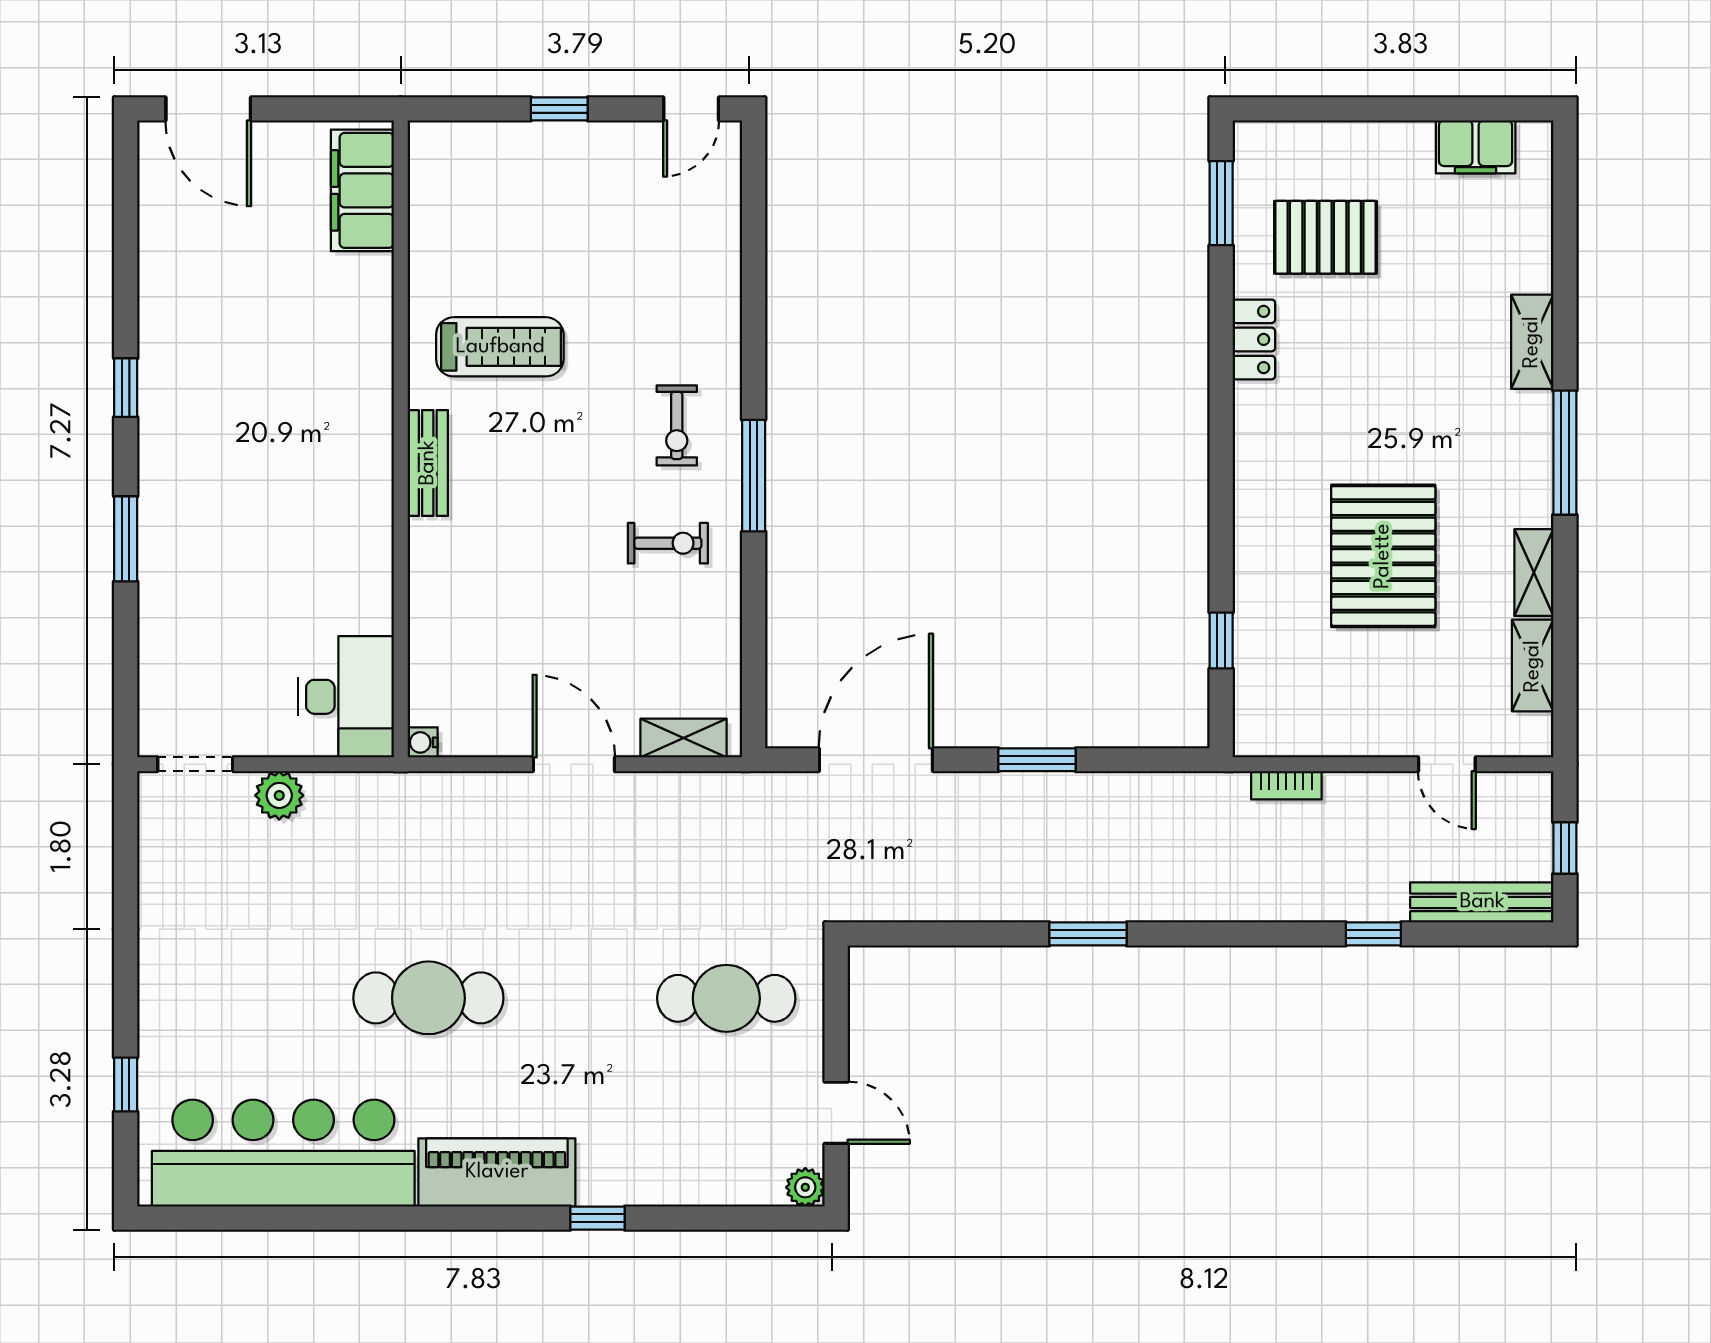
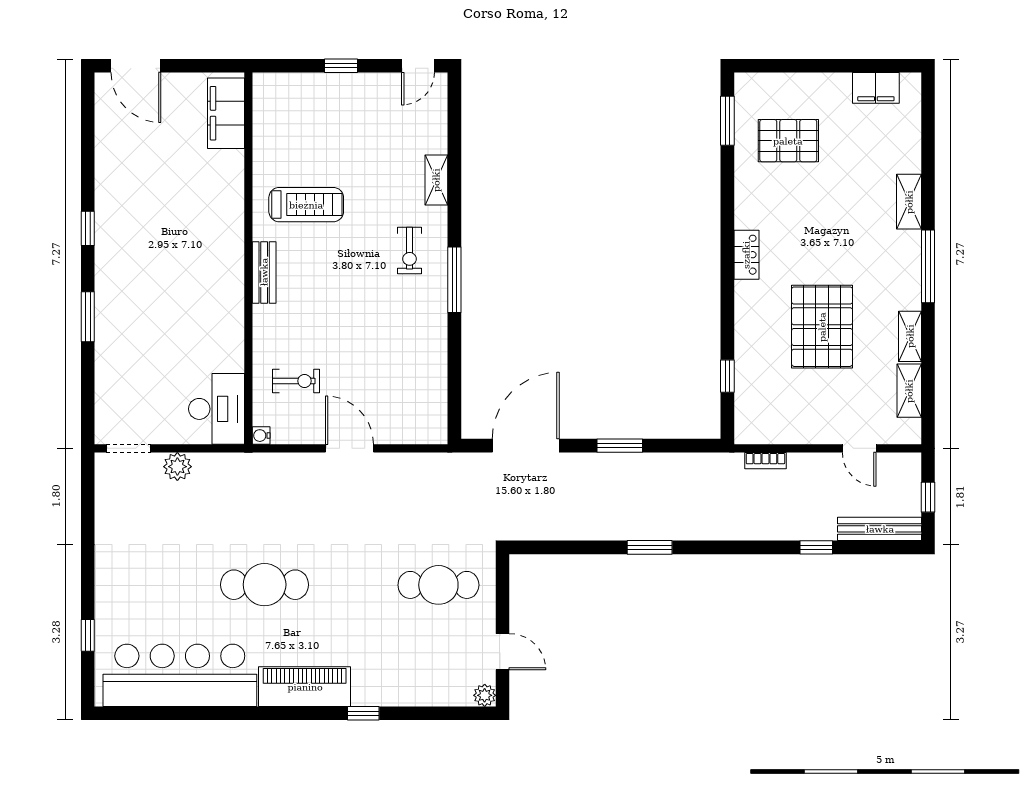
locker: (1254, 339) -> (746, 255), moved
exercise bike: (668, 543) -> (296, 381), moved
shelving: (684, 738) -> (436, 180), moved, turned 90

